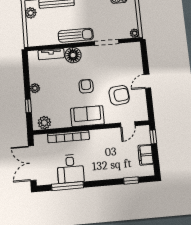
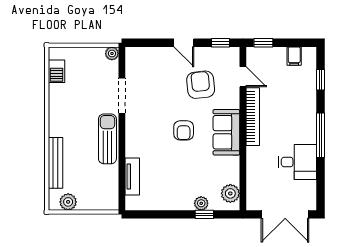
floor lamp: (73, 55) -> (137, 145), removed
armchair: (86, 86) -> (184, 130), turned -90
plant: (35, 88) -> (201, 203), moved
window: (150, 107) -> (221, 43), added
bookcase: (68, 137) -> (253, 117), moved
filing cabinet: (146, 155) -> (294, 56), width x0.50
window: (68, 186) -> (321, 135), moved

